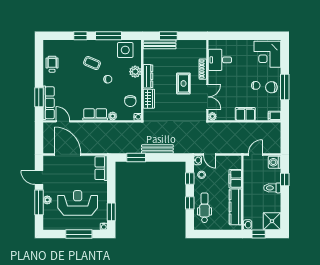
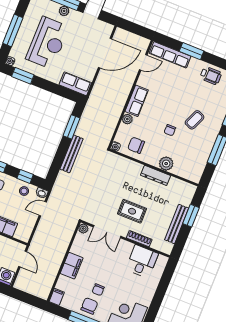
bench: (160, 44) -> (177, 224), moved
side table: (125, 50) -> (194, 162), removed
window: (39, 97) -> (192, 51), moved
wardrobe: (149, 99) -> (131, 167), removed

